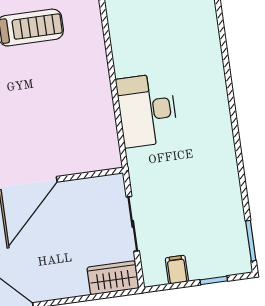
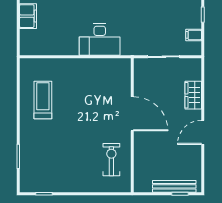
wardrobe: (113, 278) -> (193, 95), moved

